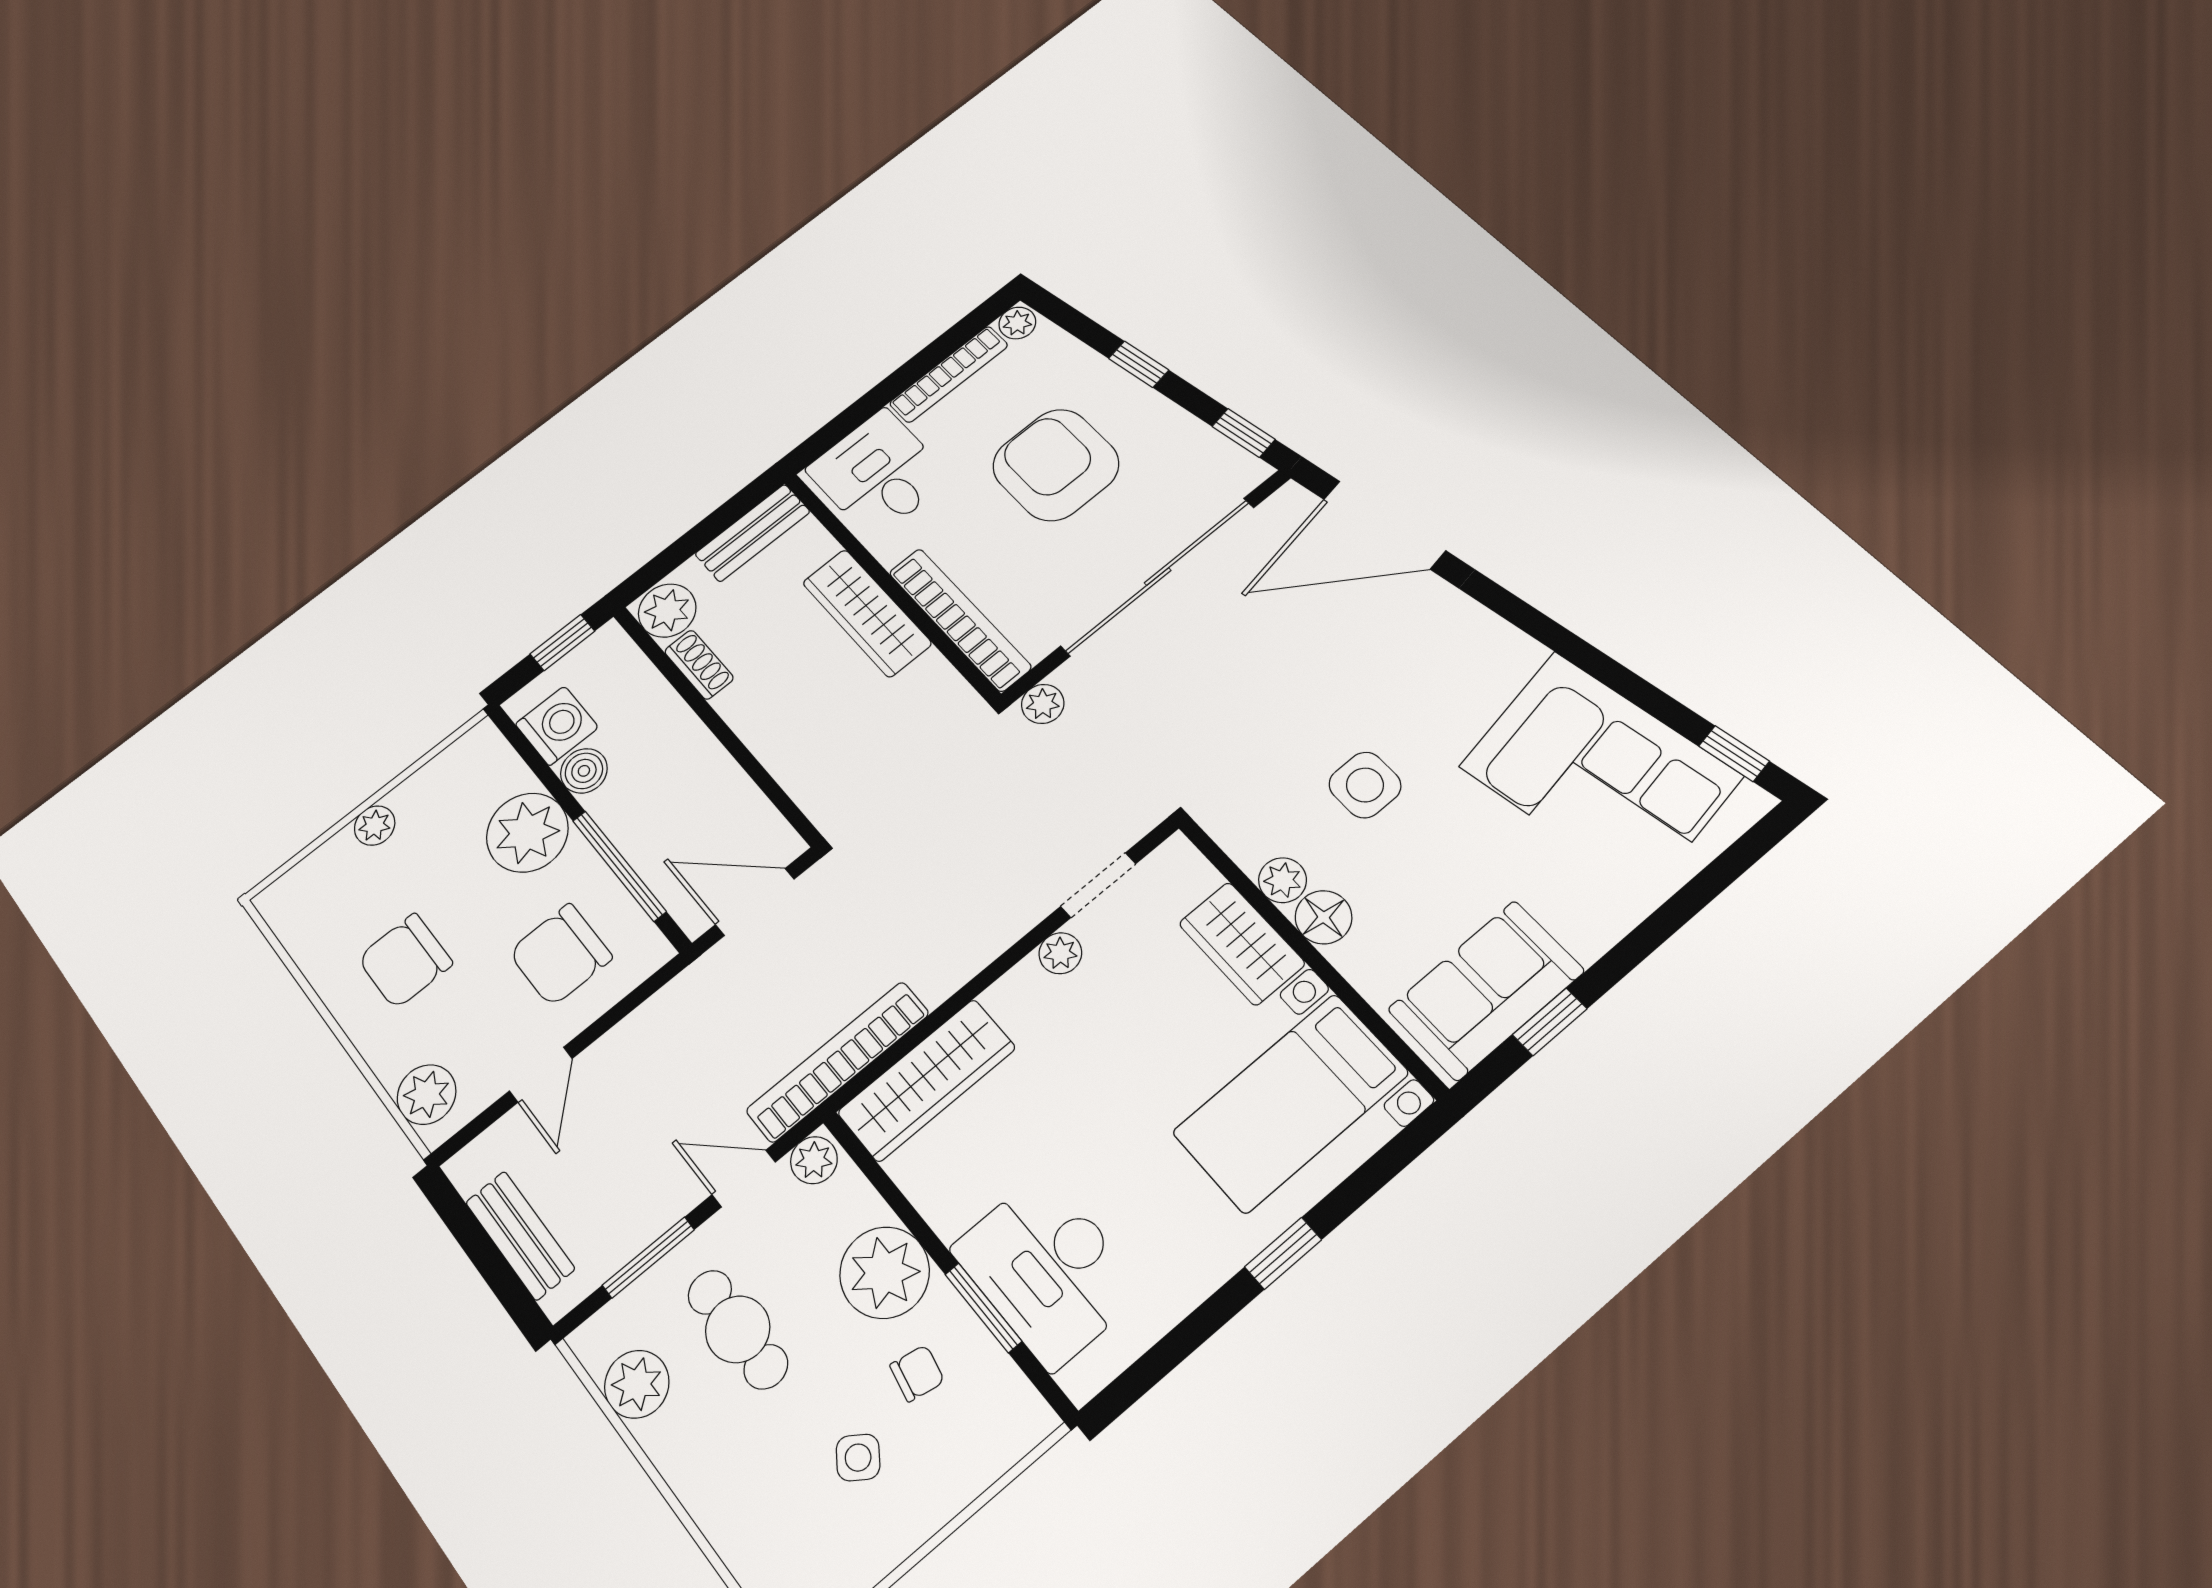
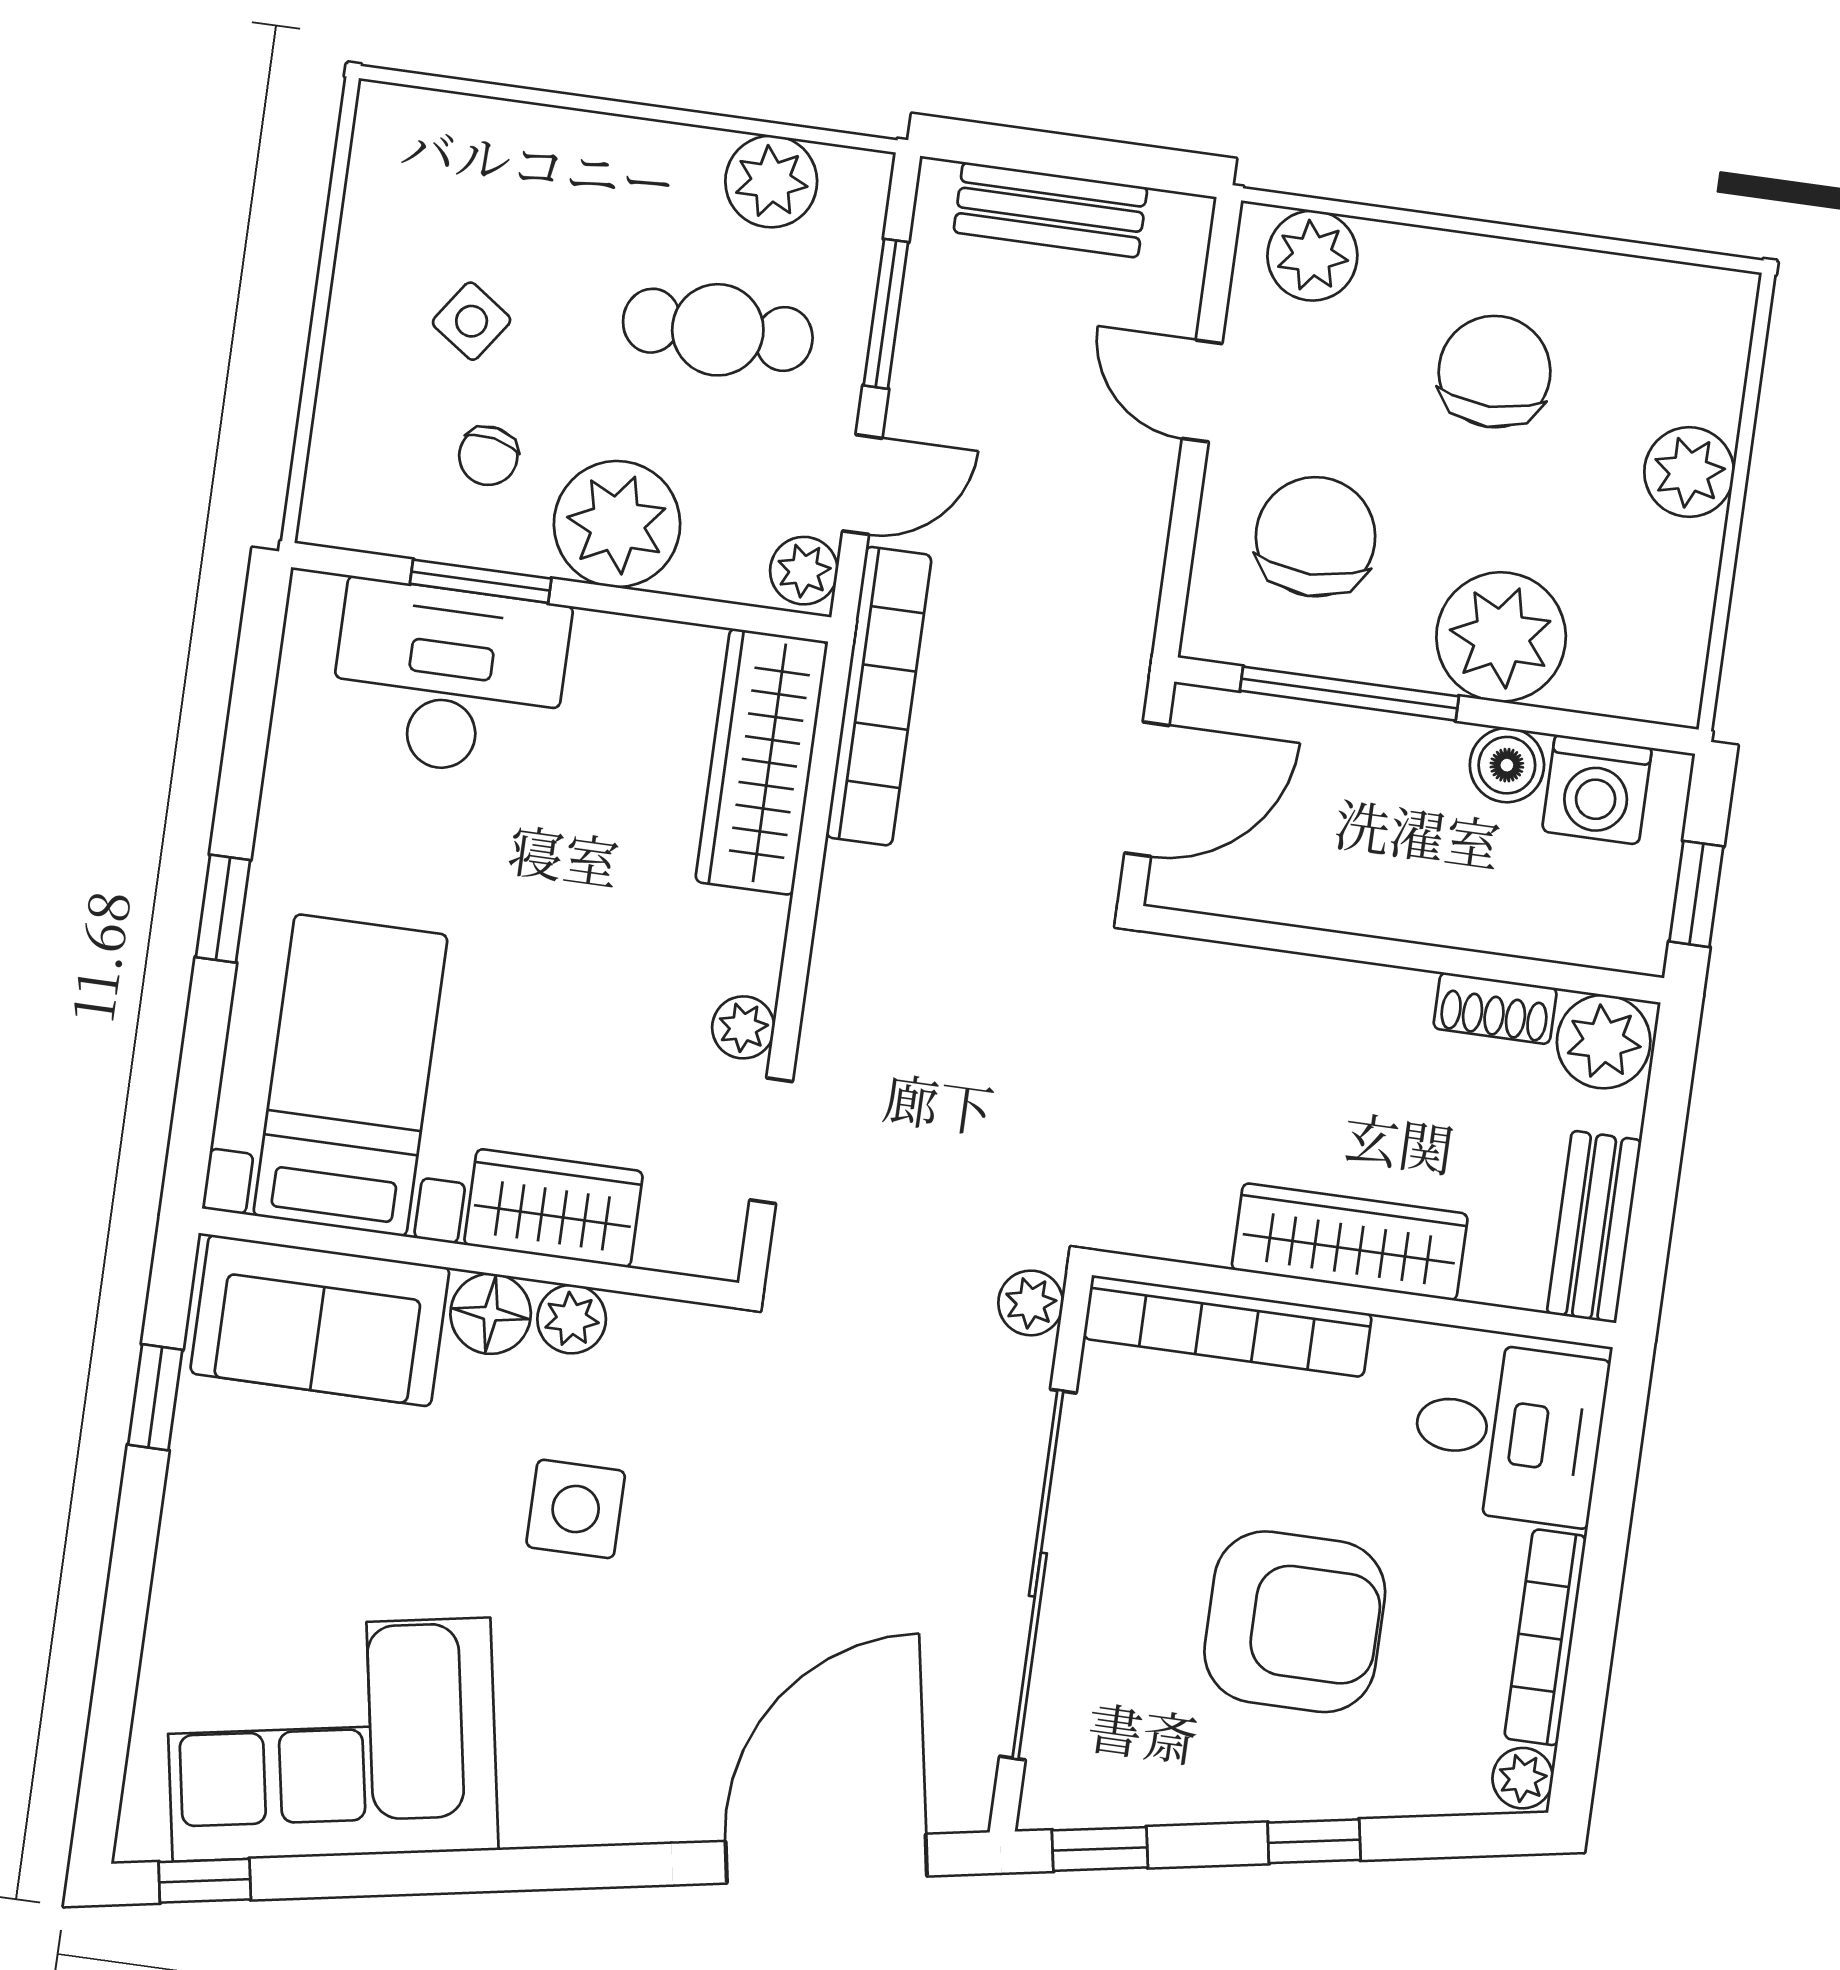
plant: (375, 826) -> (1689, 472), width x1.38, depth x1.38
sofa: (1486, 990) -> (320, 1320), moved, turned 90

